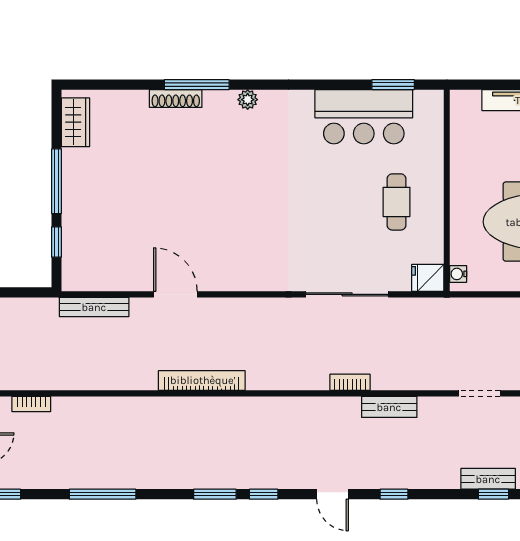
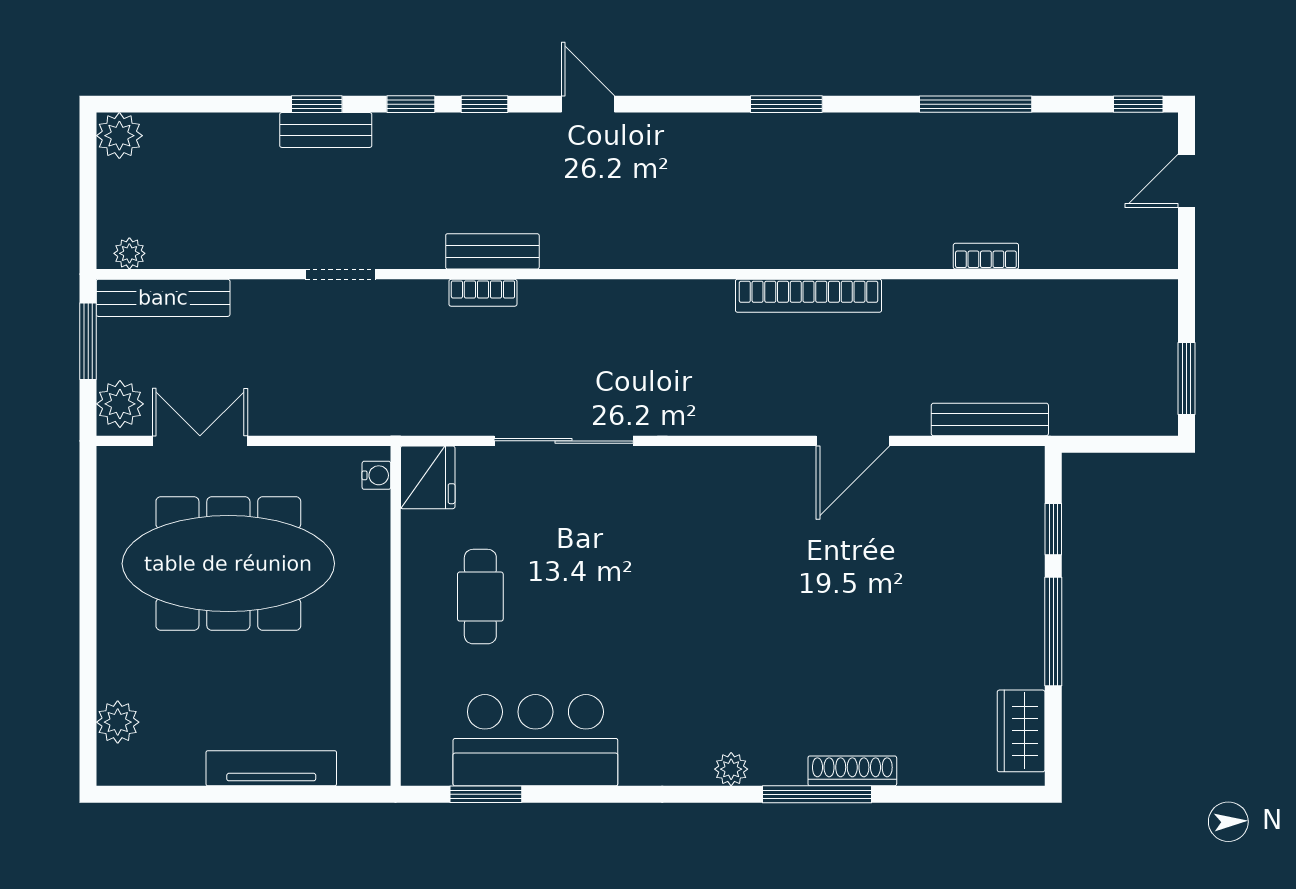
fridge: (428, 278) -> (428, 477), width x1.38
door: (175, 294) -> (853, 441), hinge flipped
bookcase: (350, 382) -> (483, 293), moved
bookcase: (31, 404) -> (986, 256), moved
window: (264, 494) -> (411, 104), moved

